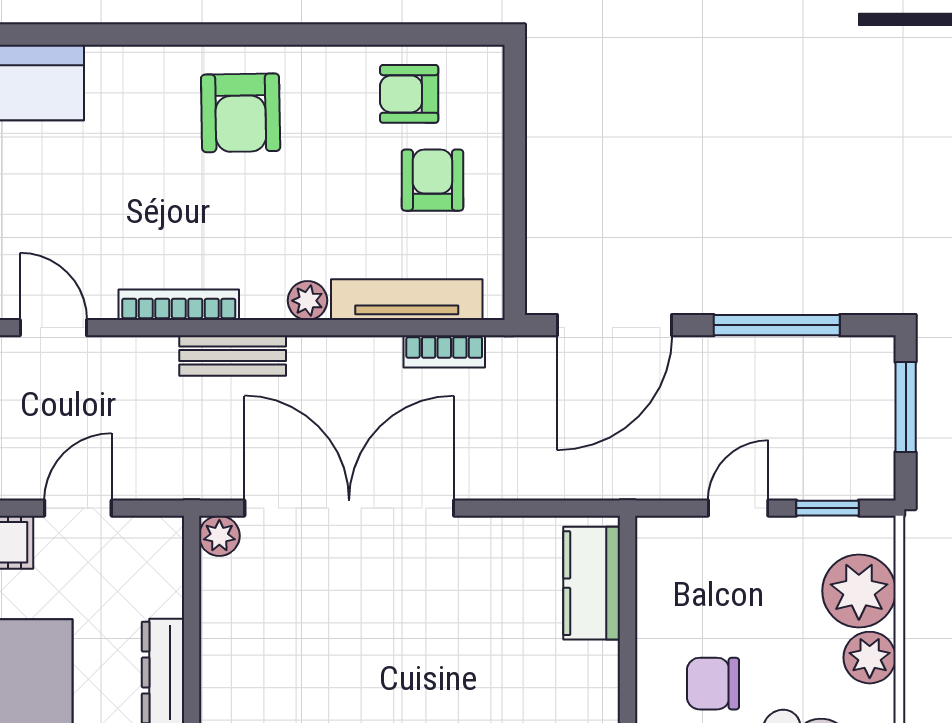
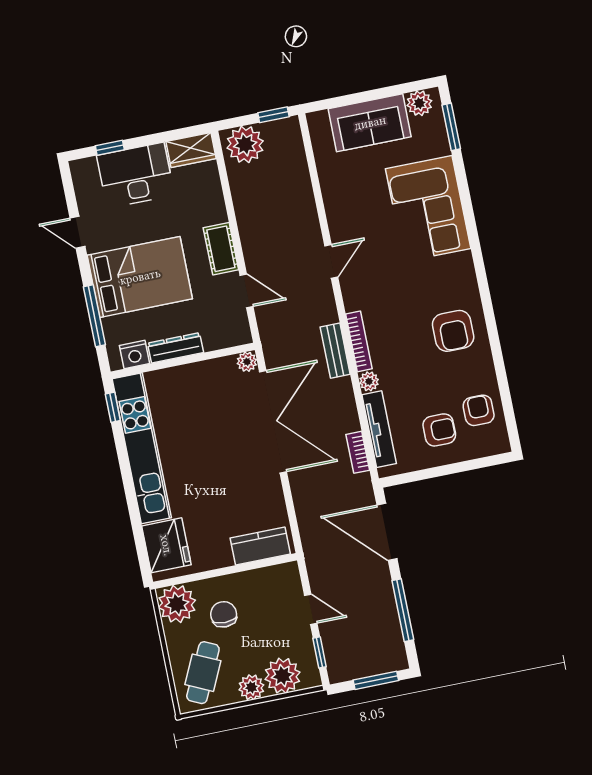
armchair: (241, 113) -> (453, 331), turned -89
bookcase: (179, 305) -> (359, 341), moved

